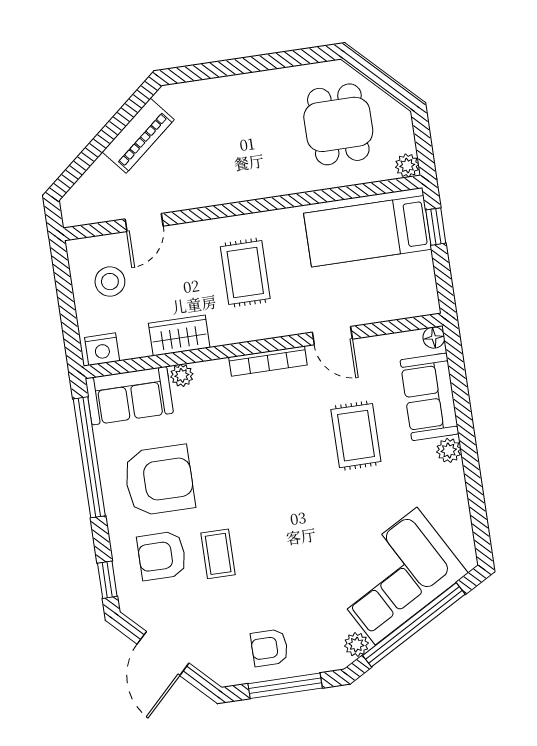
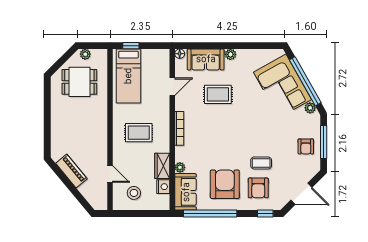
plant: (407, 166) -> (85, 54), moved
door: (332, 336) -> (172, 87), moved
nightstand: (102, 349) -> (163, 187), moved

